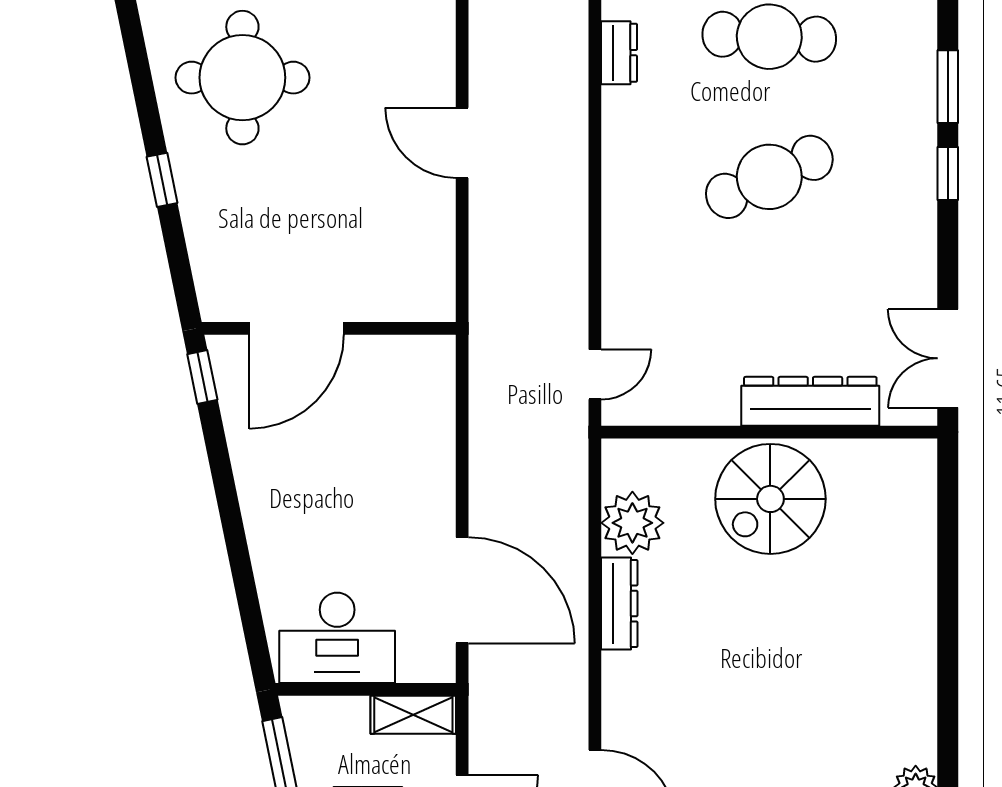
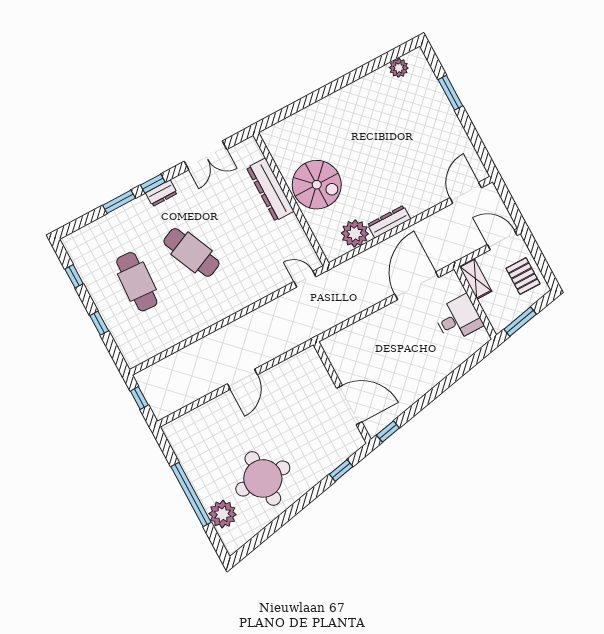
dresser: (619, 53) -> (161, 193), moved, turned 180
window: (162, 180) -> (341, 470), moved
double door: (948, 358) -> (205, 155), moved
desk: (337, 638) -> (458, 318), width x0.73

